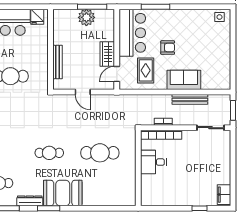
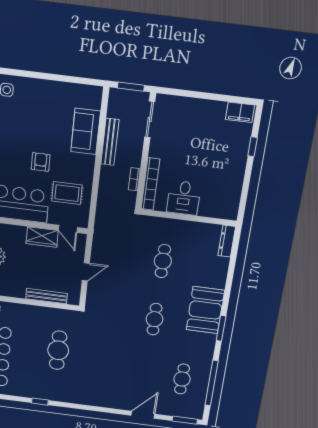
sofa: (184, 80) -> (86, 131), moved
cafe table: (100, 153) -> (163, 261), width x0.73, depth x0.74
dresser: (30, 201) -> (227, 241), moved

